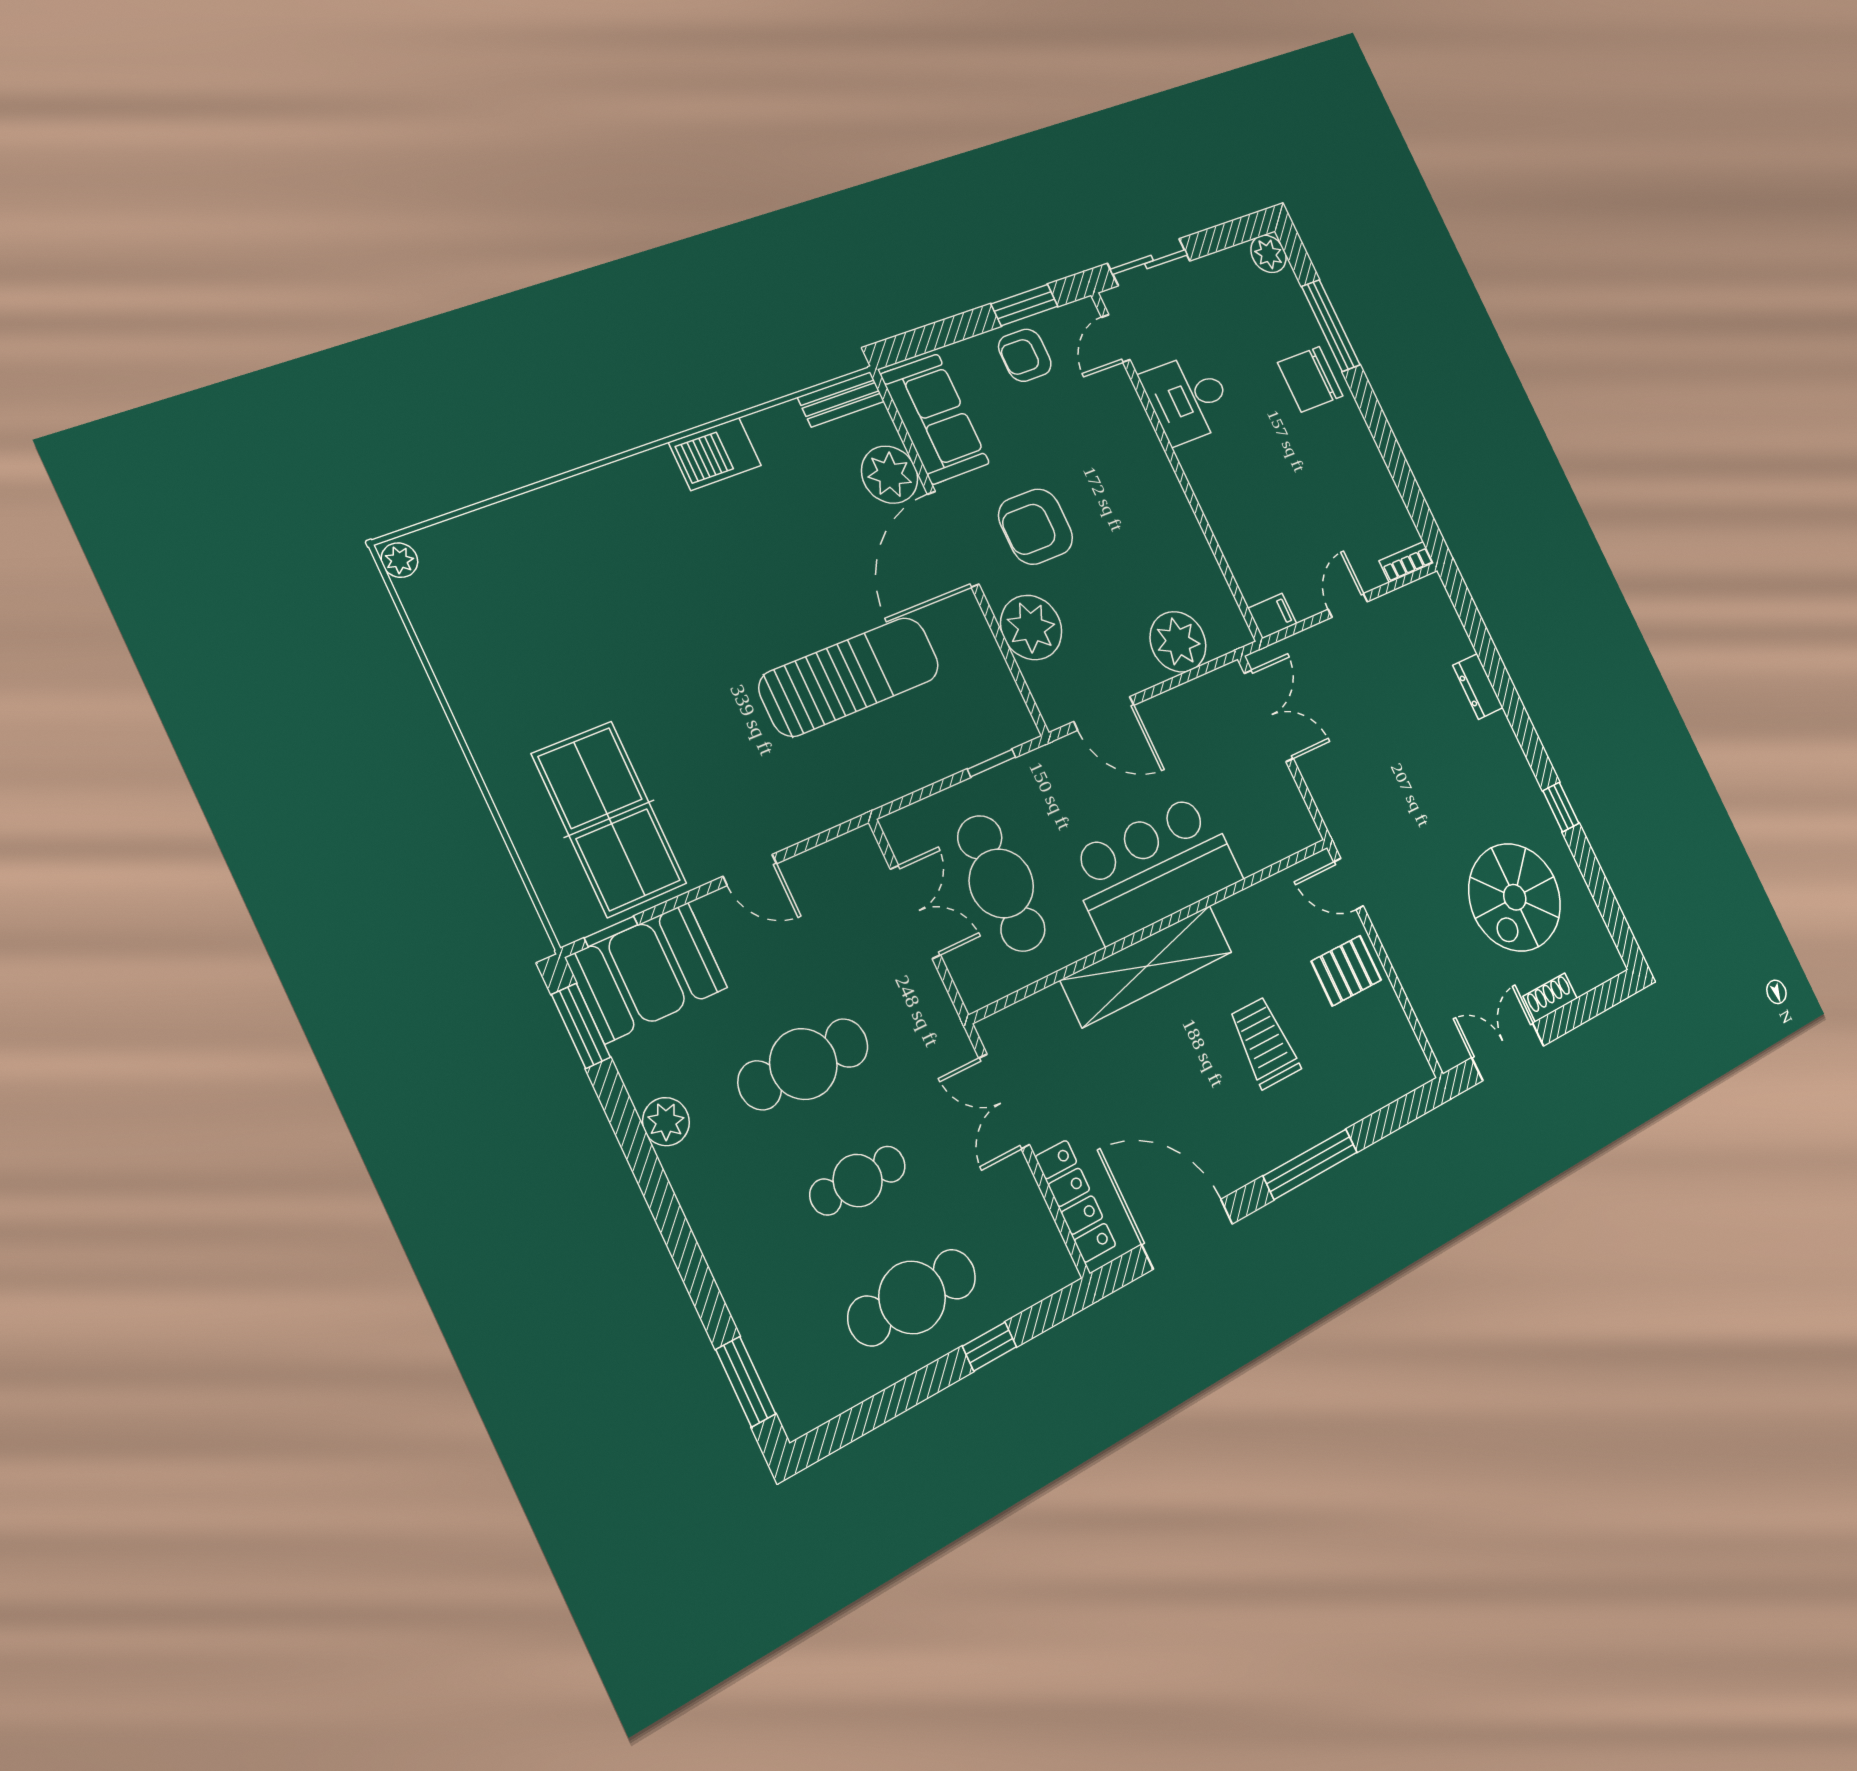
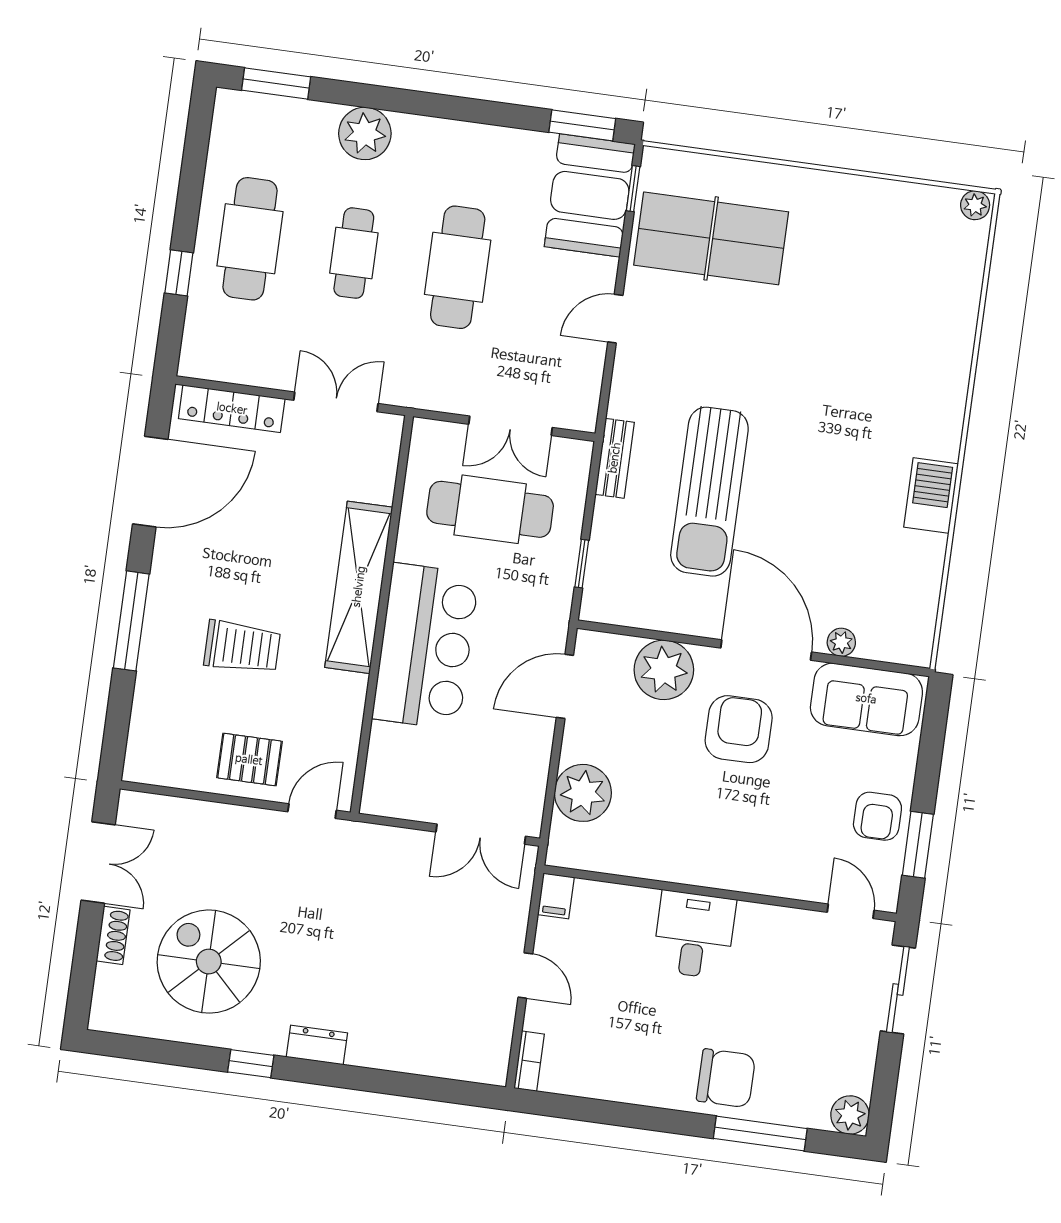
armchair: (1025, 355) -> (877, 816), turned 180
chair: (1310, 379) -> (726, 1078), turned 90
bench: (841, 399) -> (615, 458), moved
desk: (1188, 399) -> (694, 935), moved
plant: (890, 475) -> (841, 642), width x0.53, depth x0.53
dresser: (1478, 686) -> (317, 1045), moved
pallet: (1346, 971) -> (249, 760), turned 90
plant: (666, 1122) -> (365, 133), moved, width x1.36, depth x1.36

